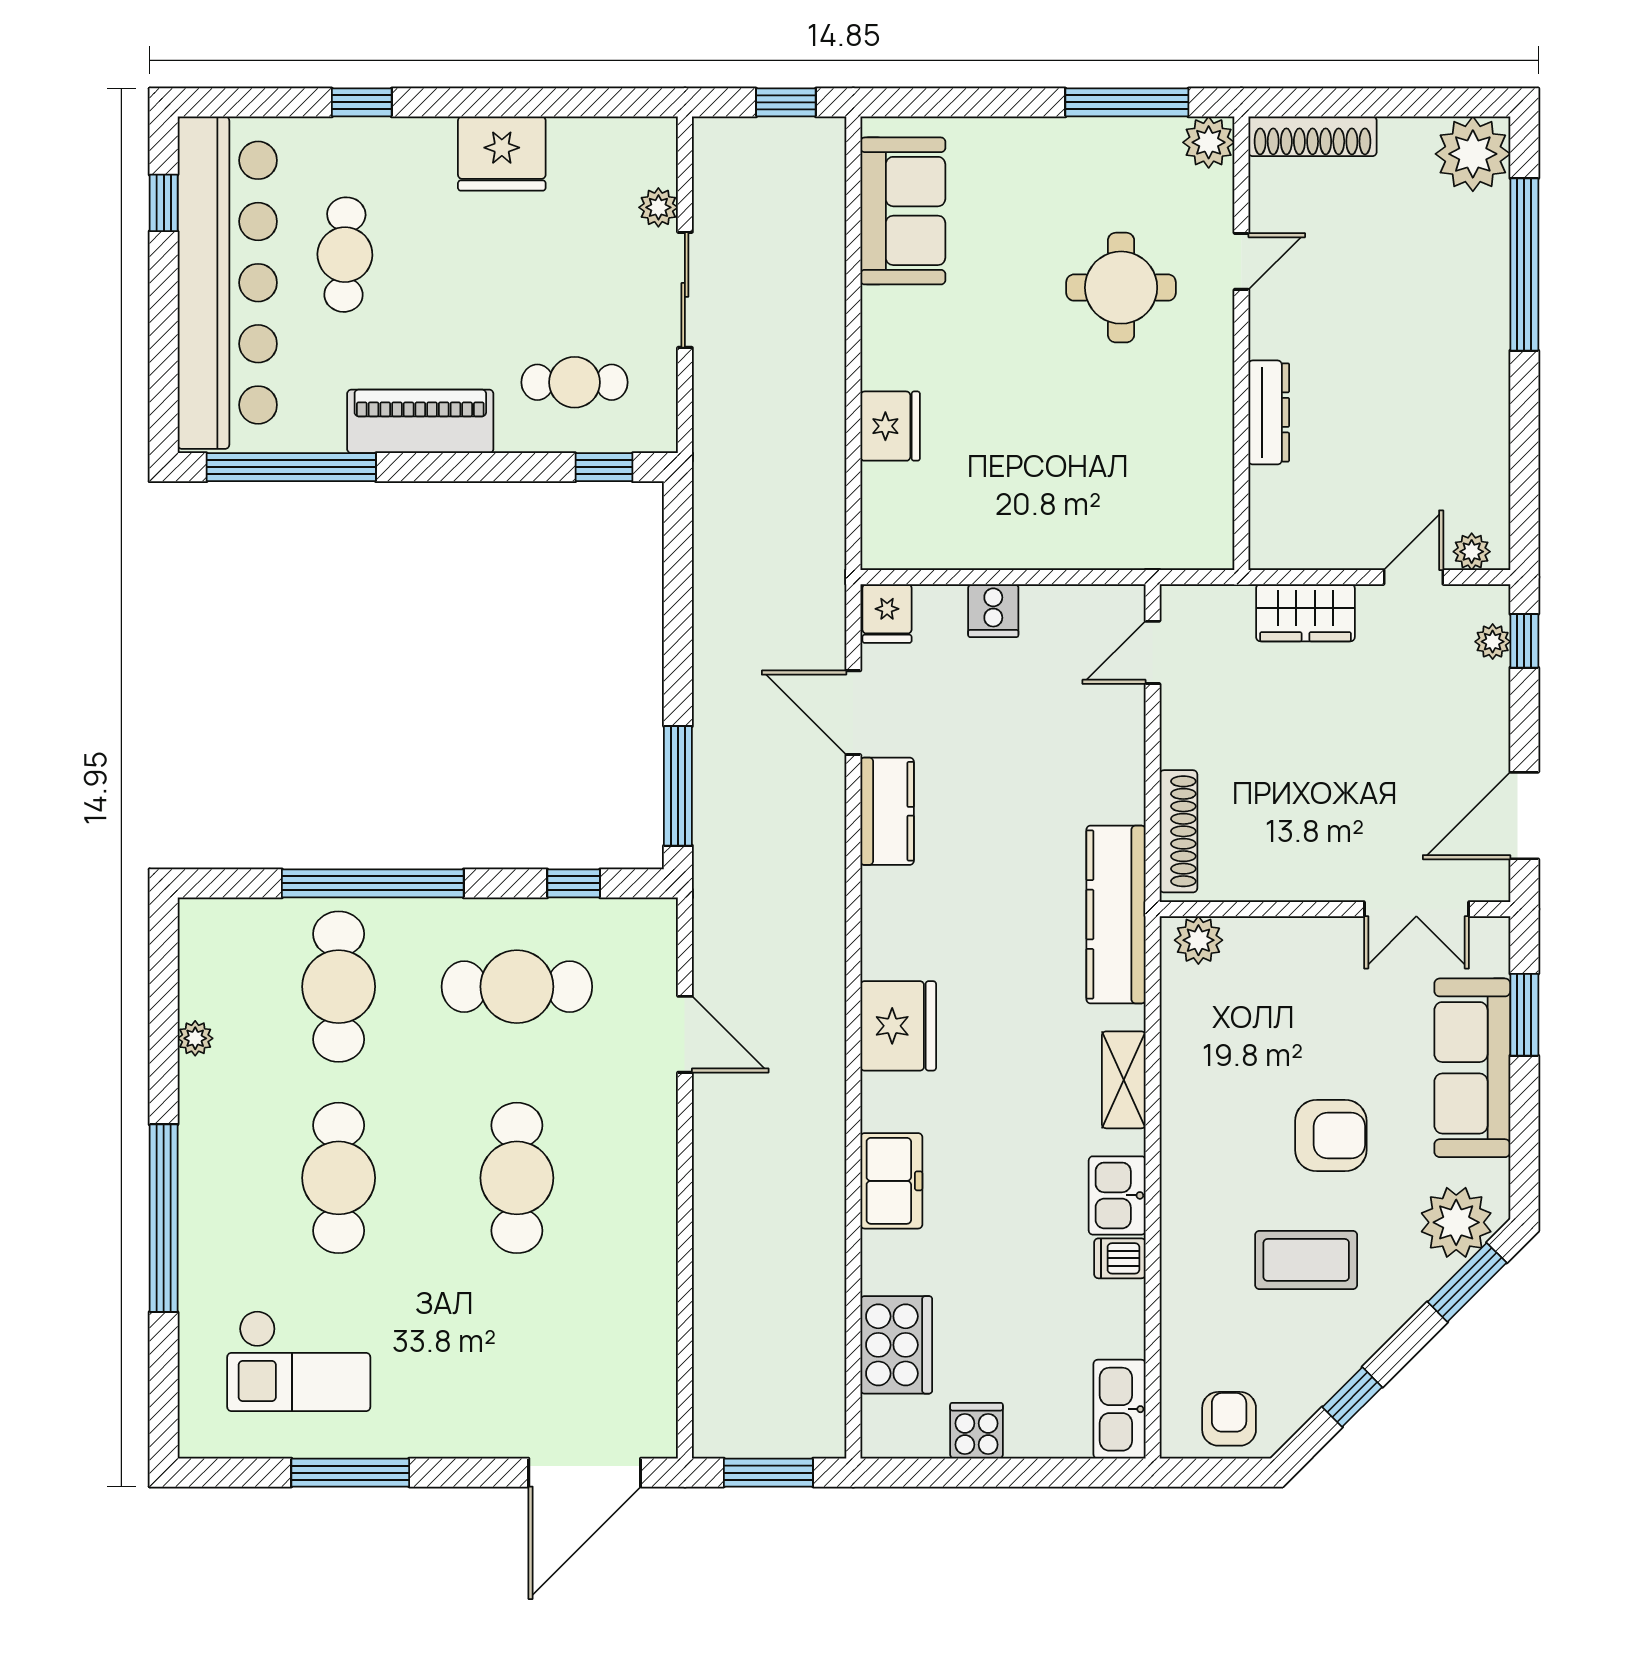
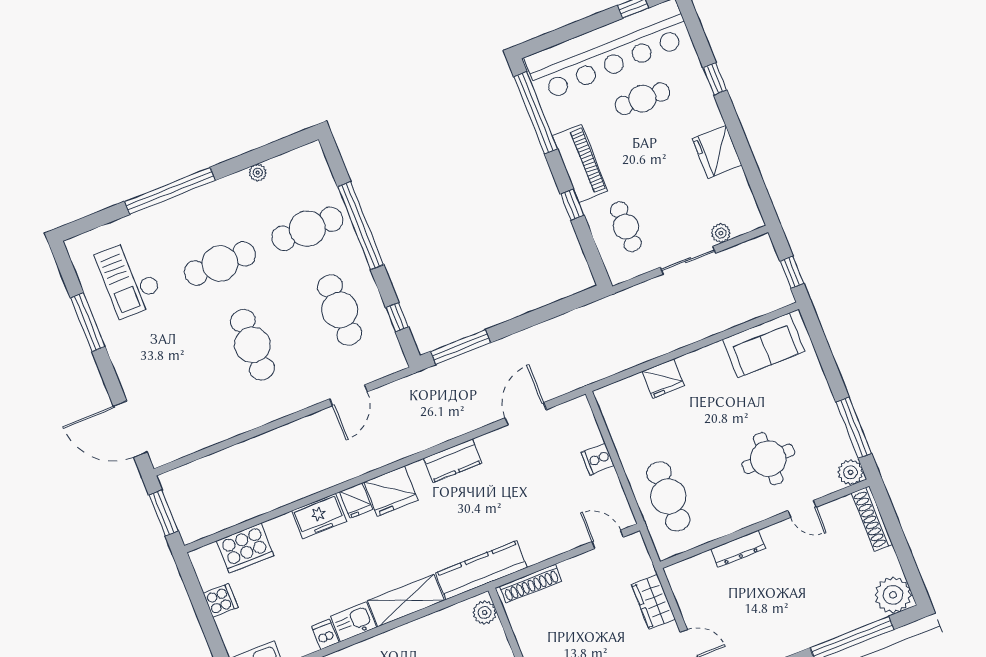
window: (604, 467) -> (572, 205), moved
cafe table: (1117, 505) -> (668, 496), added
fridge: (887, 614) -> (356, 501), moved, turned -90
kitchen counter: (887, 811) -> (453, 461), moved
shelving: (1124, 1080) -> (406, 600), width x1.50, depth x1.33
cafe table: (517, 1178) -> (252, 345), turned 90

